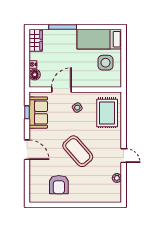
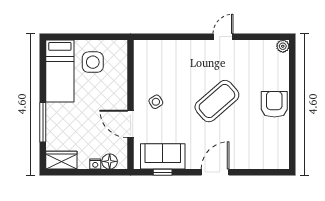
rug: (107, 113) -> (163, 60), removed
plant: (117, 178) -> (283, 46), moved
armchair: (59, 185) -> (274, 104), moved, turned -90

